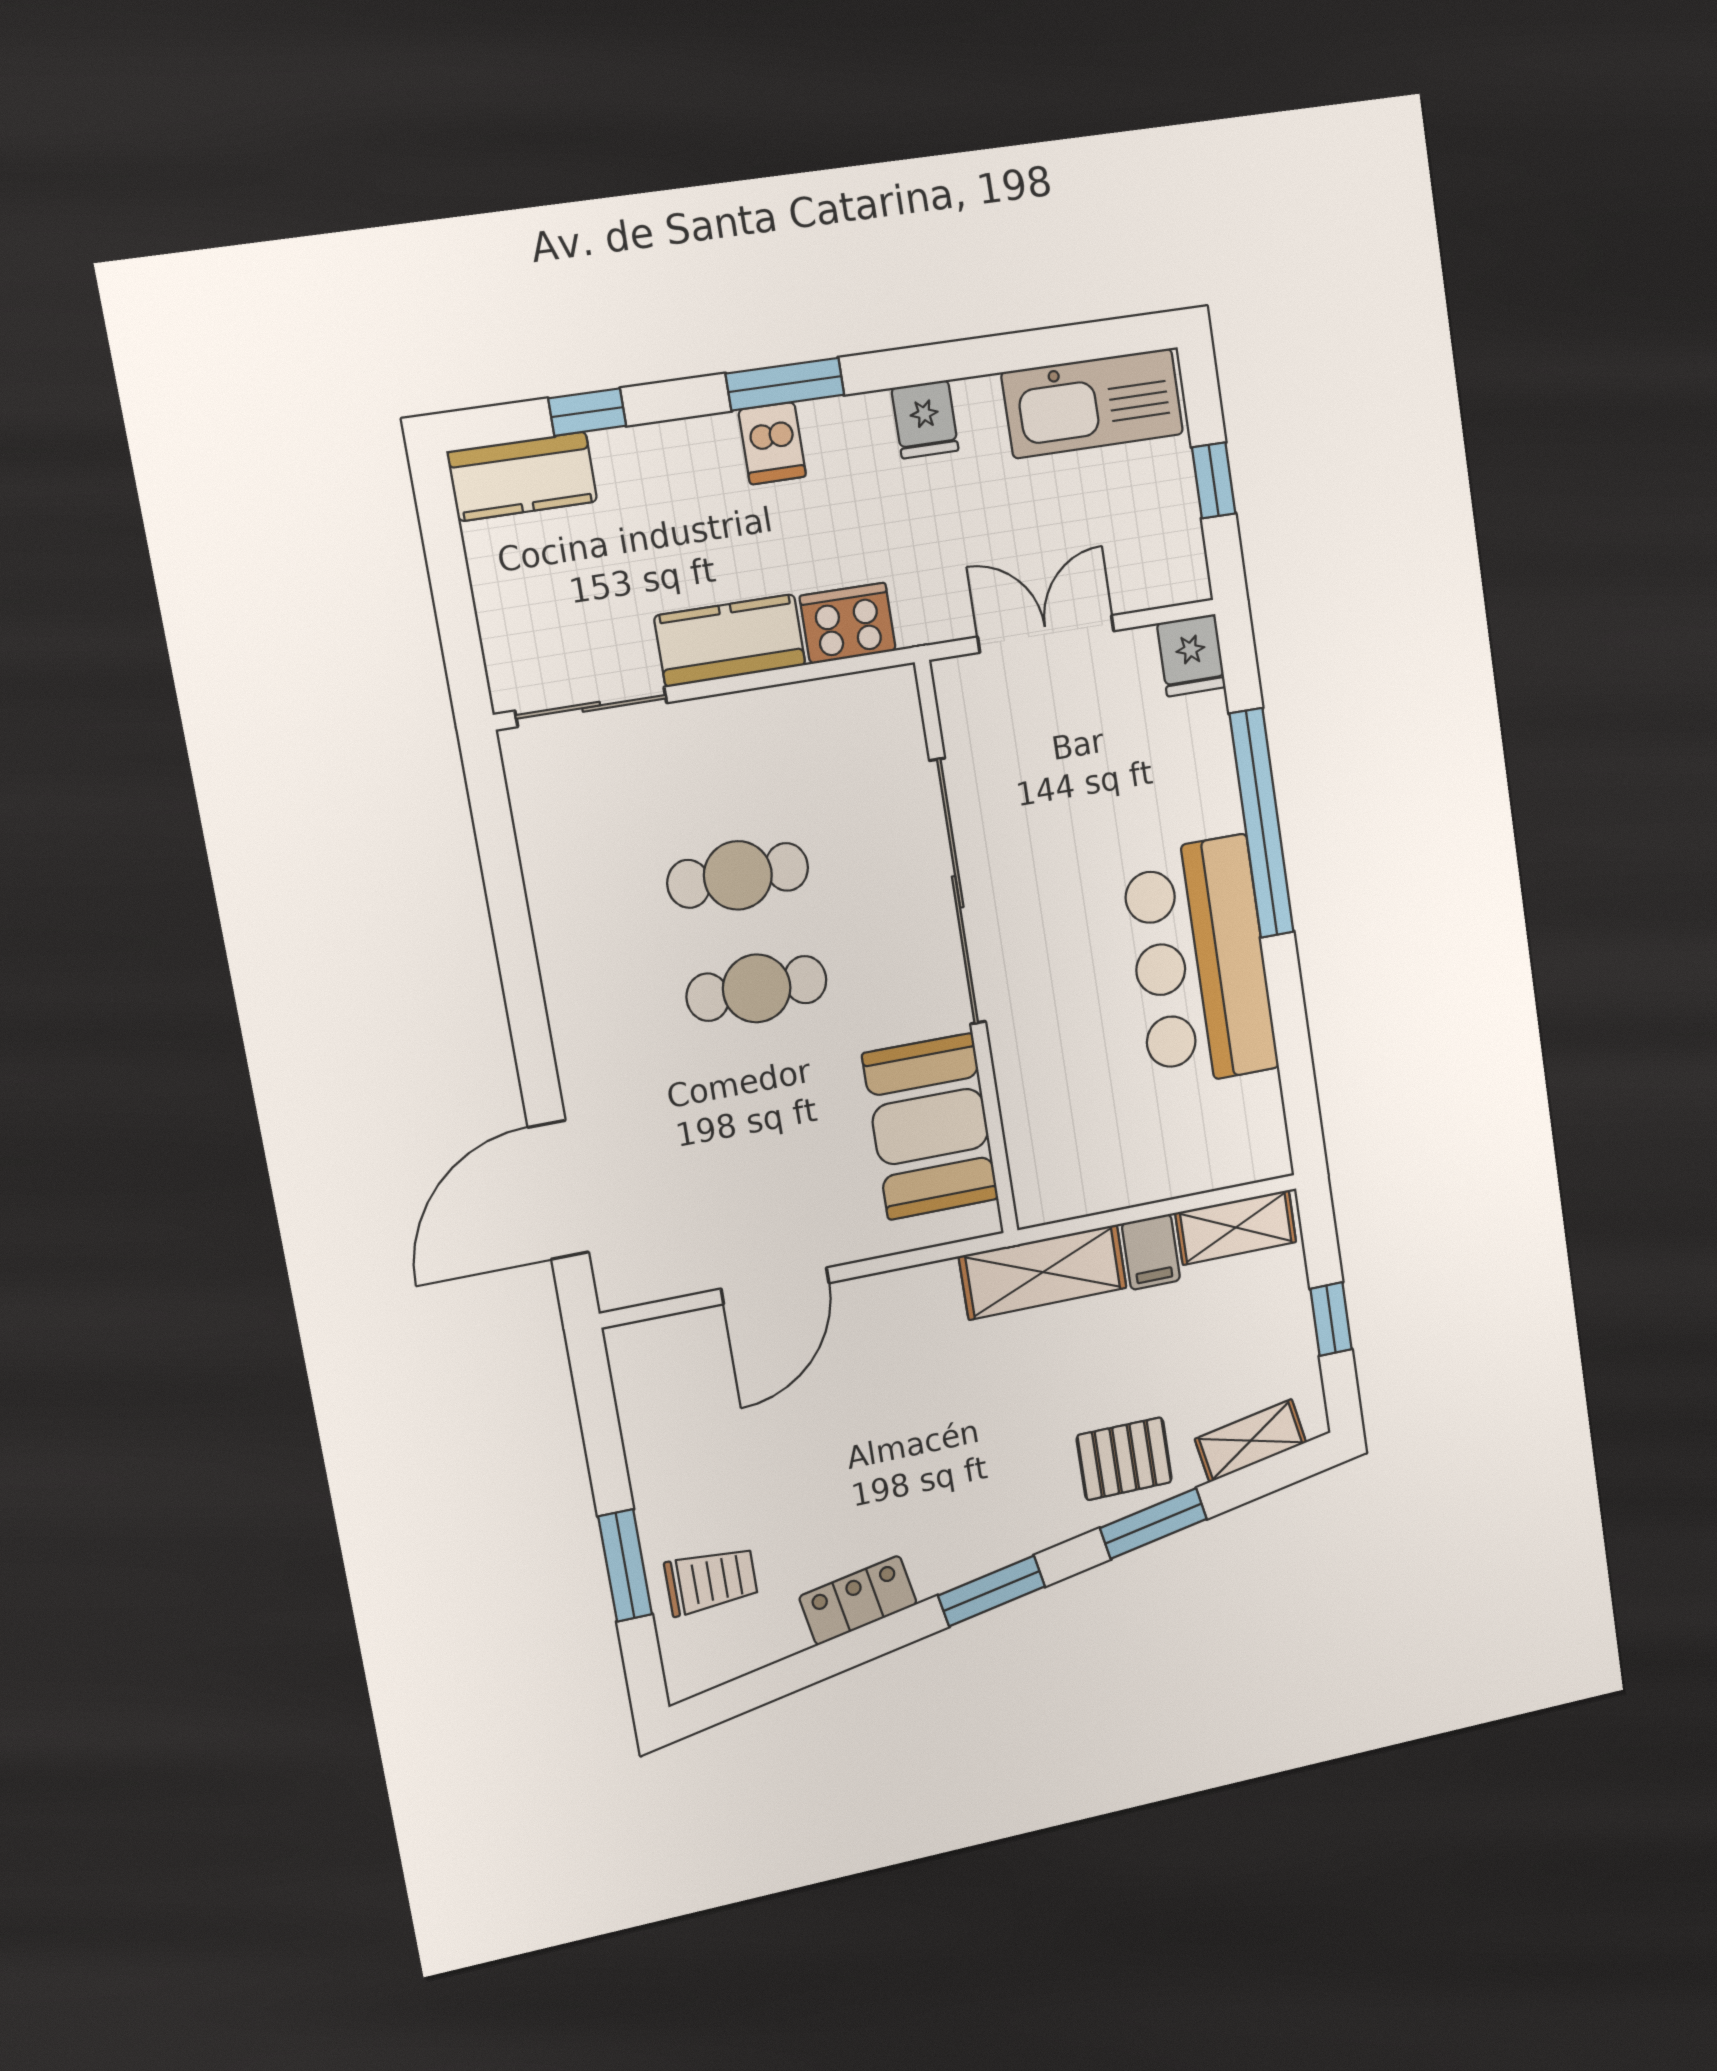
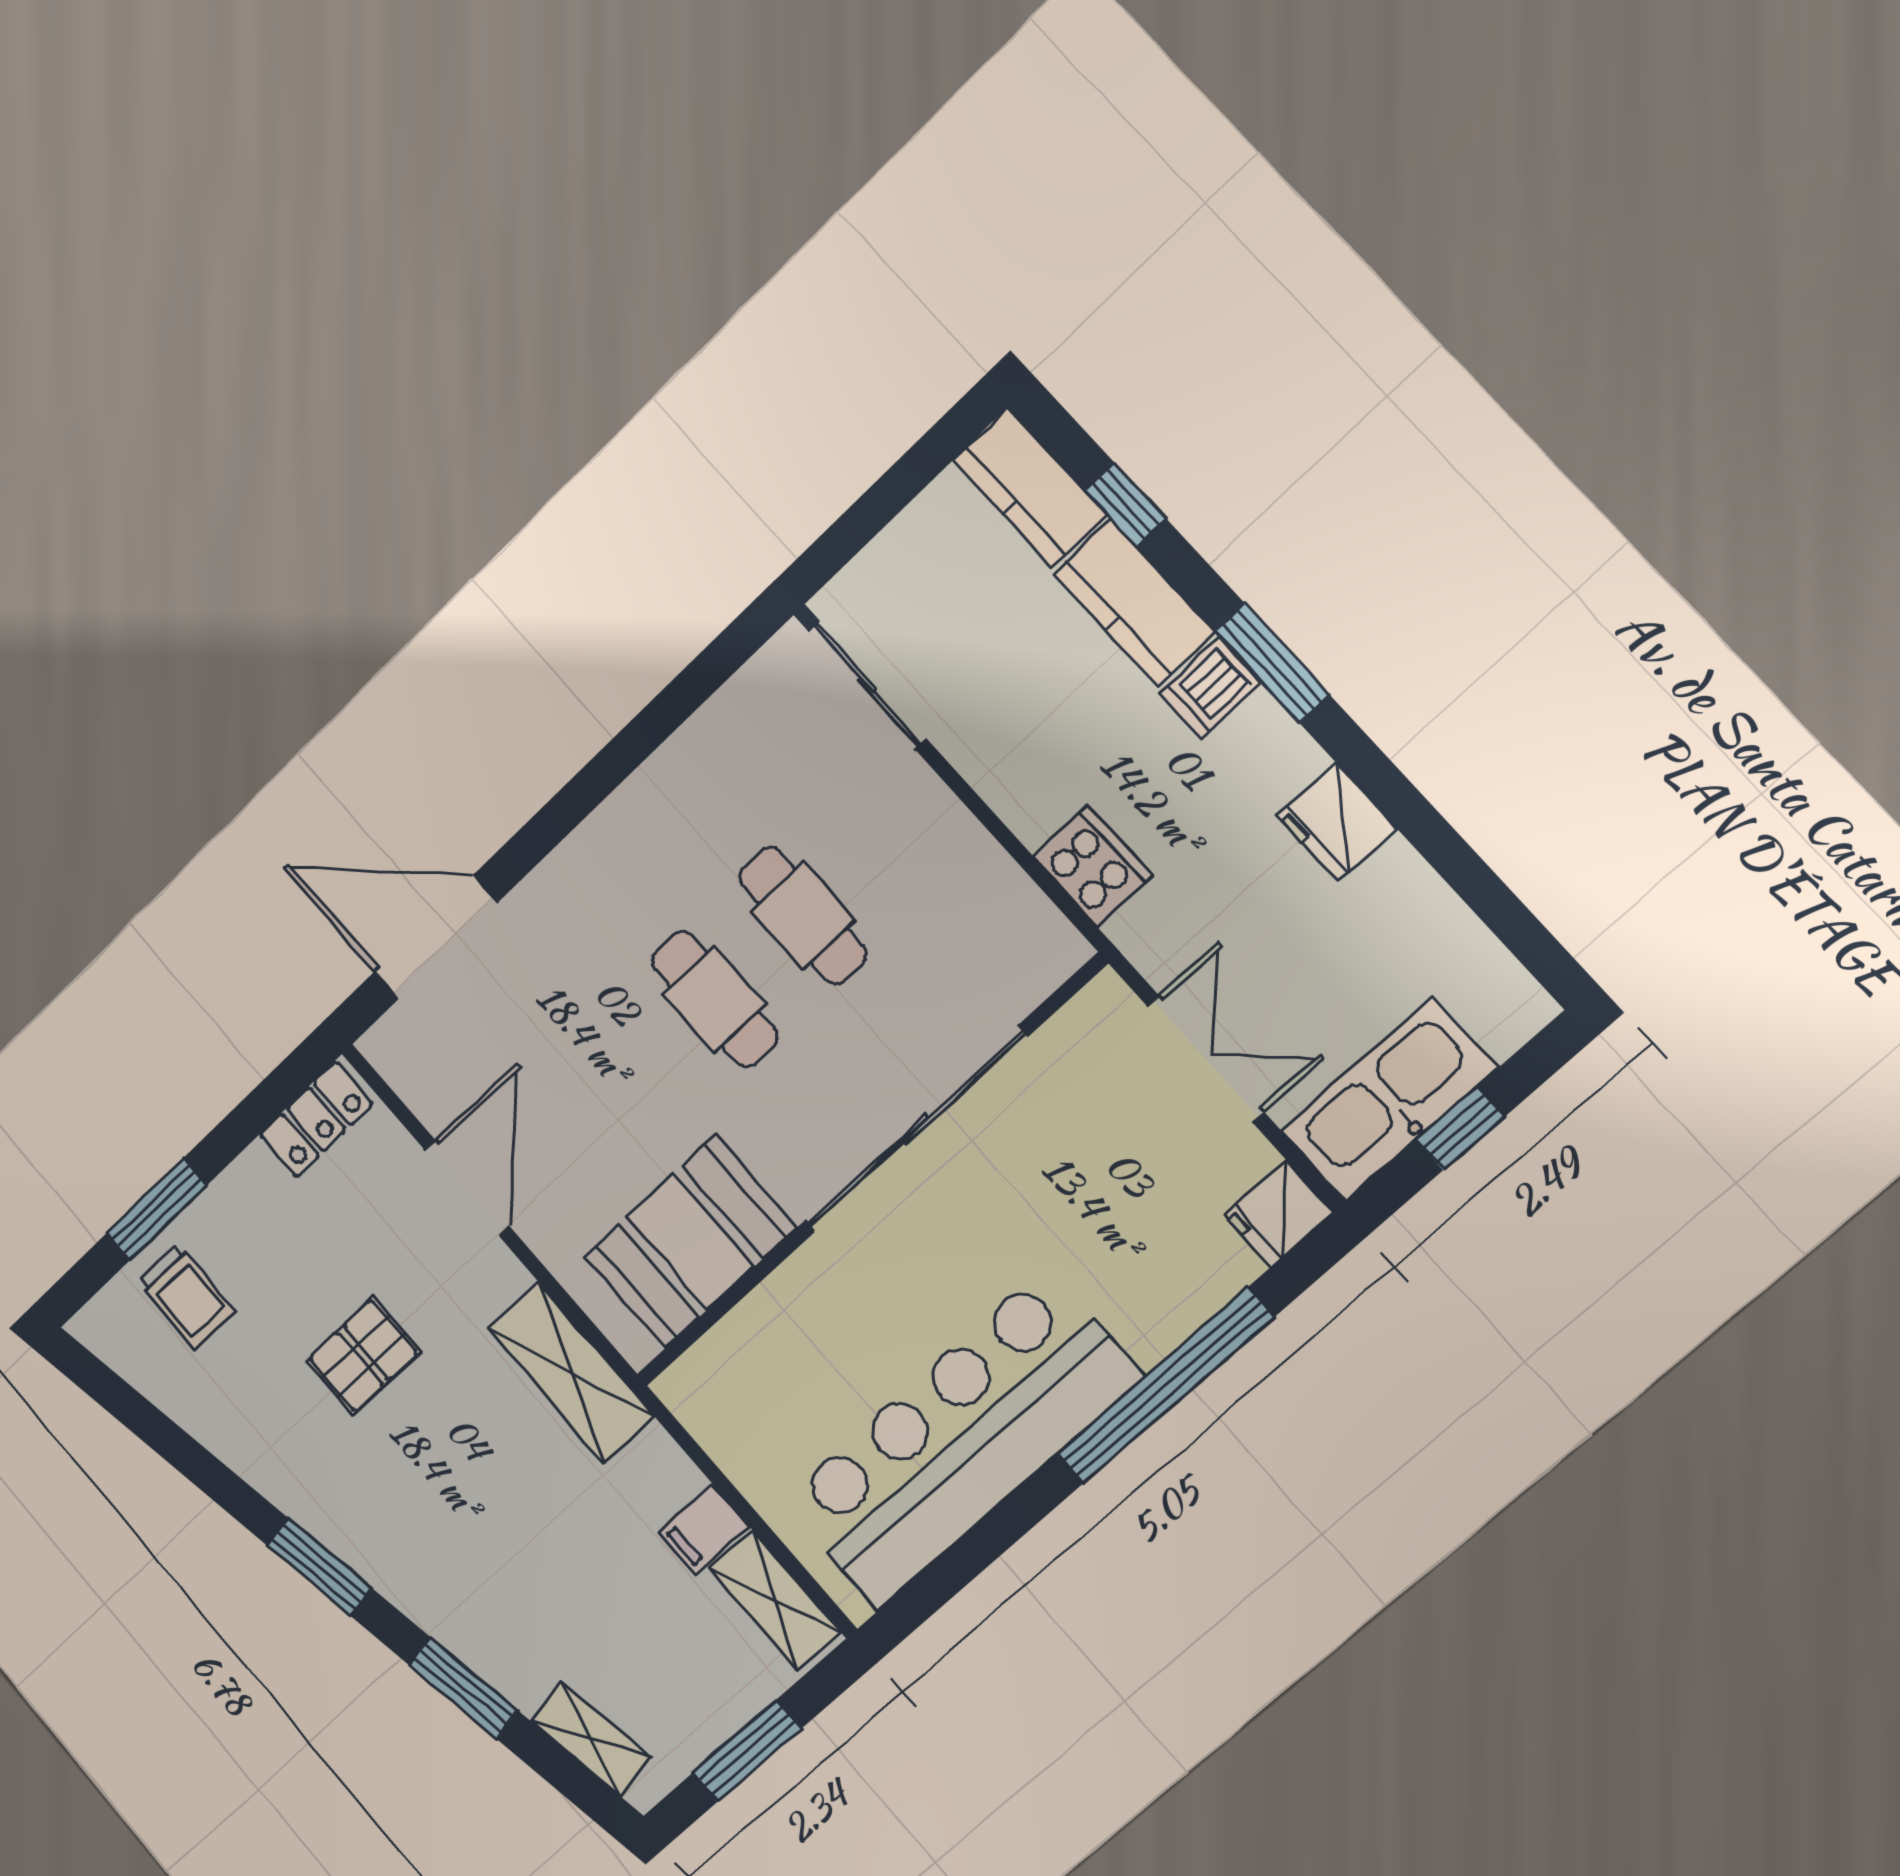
kitchen sink: (1093, 403) -> (1389, 1100), moved, turned 90
fridge: (925, 419) -> (1337, 822), width x1.38
kitchen counter: (730, 641) -> (1134, 603), moved, turned 180
bar counter: (1200, 962) -> (961, 1439), width x1.36
shelving: (1043, 1272) -> (571, 1372), moved
door: (775, 1286) -> (467, 1188), swing flipped
window: (1331, 1319) -> (747, 1751), width x1.50
pallet: (1124, 1459) -> (363, 1356), moved, turned 90
locker: (858, 1600) -> (316, 1119), moved, turned 100

